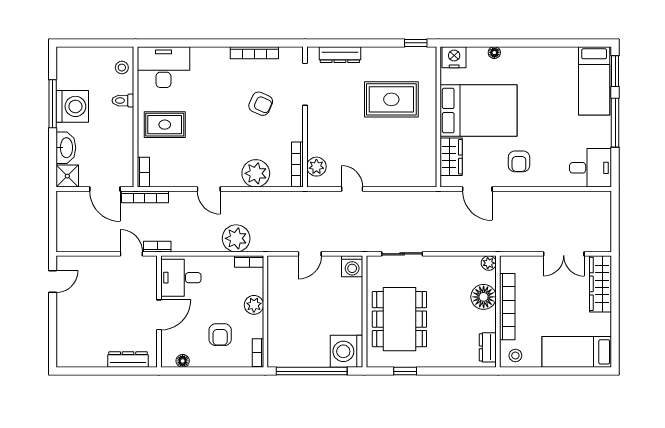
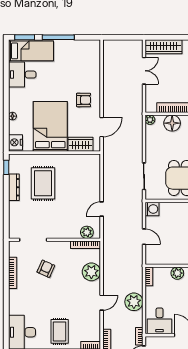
dresser: (340, 55) -> (14, 187), moved
desk: (591, 168) -> (22, 75), moved, turned -90
plant: (236, 238) -> (134, 302), moved

